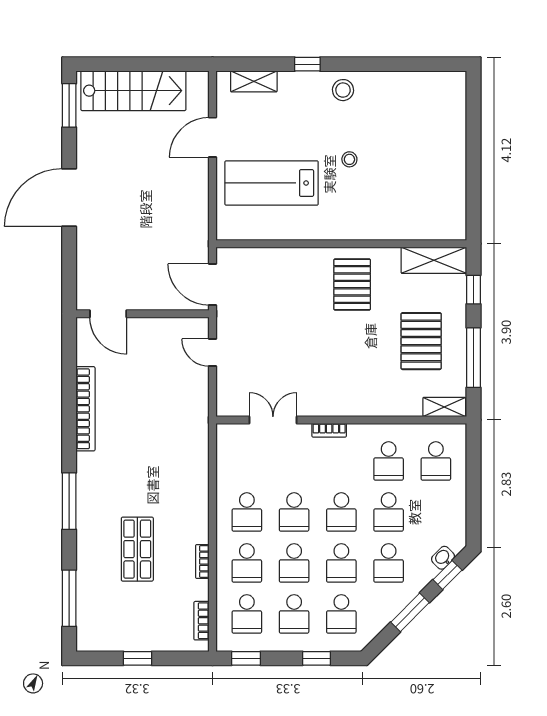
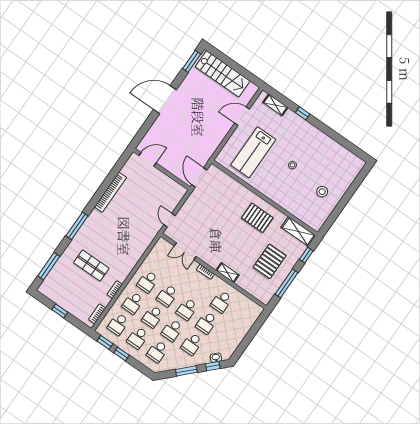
stool: (343, 90) -> (322, 192), moved
lab bench: (272, 183) -> (253, 152), turned -90
pallet: (352, 285) -> (257, 218), turned 90
door: (108, 314) -> (147, 159), swing flipped
door: (213, 353) -> (169, 220), moved
shelving: (444, 407) -> (228, 273), moved
double door: (273, 420) -> (185, 251), swing flipped
school desk: (436, 461) -> (241, 315), removed
shop shelf: (137, 549) -> (91, 265), turned 90
window: (316, 658) -> (122, 354), moved

